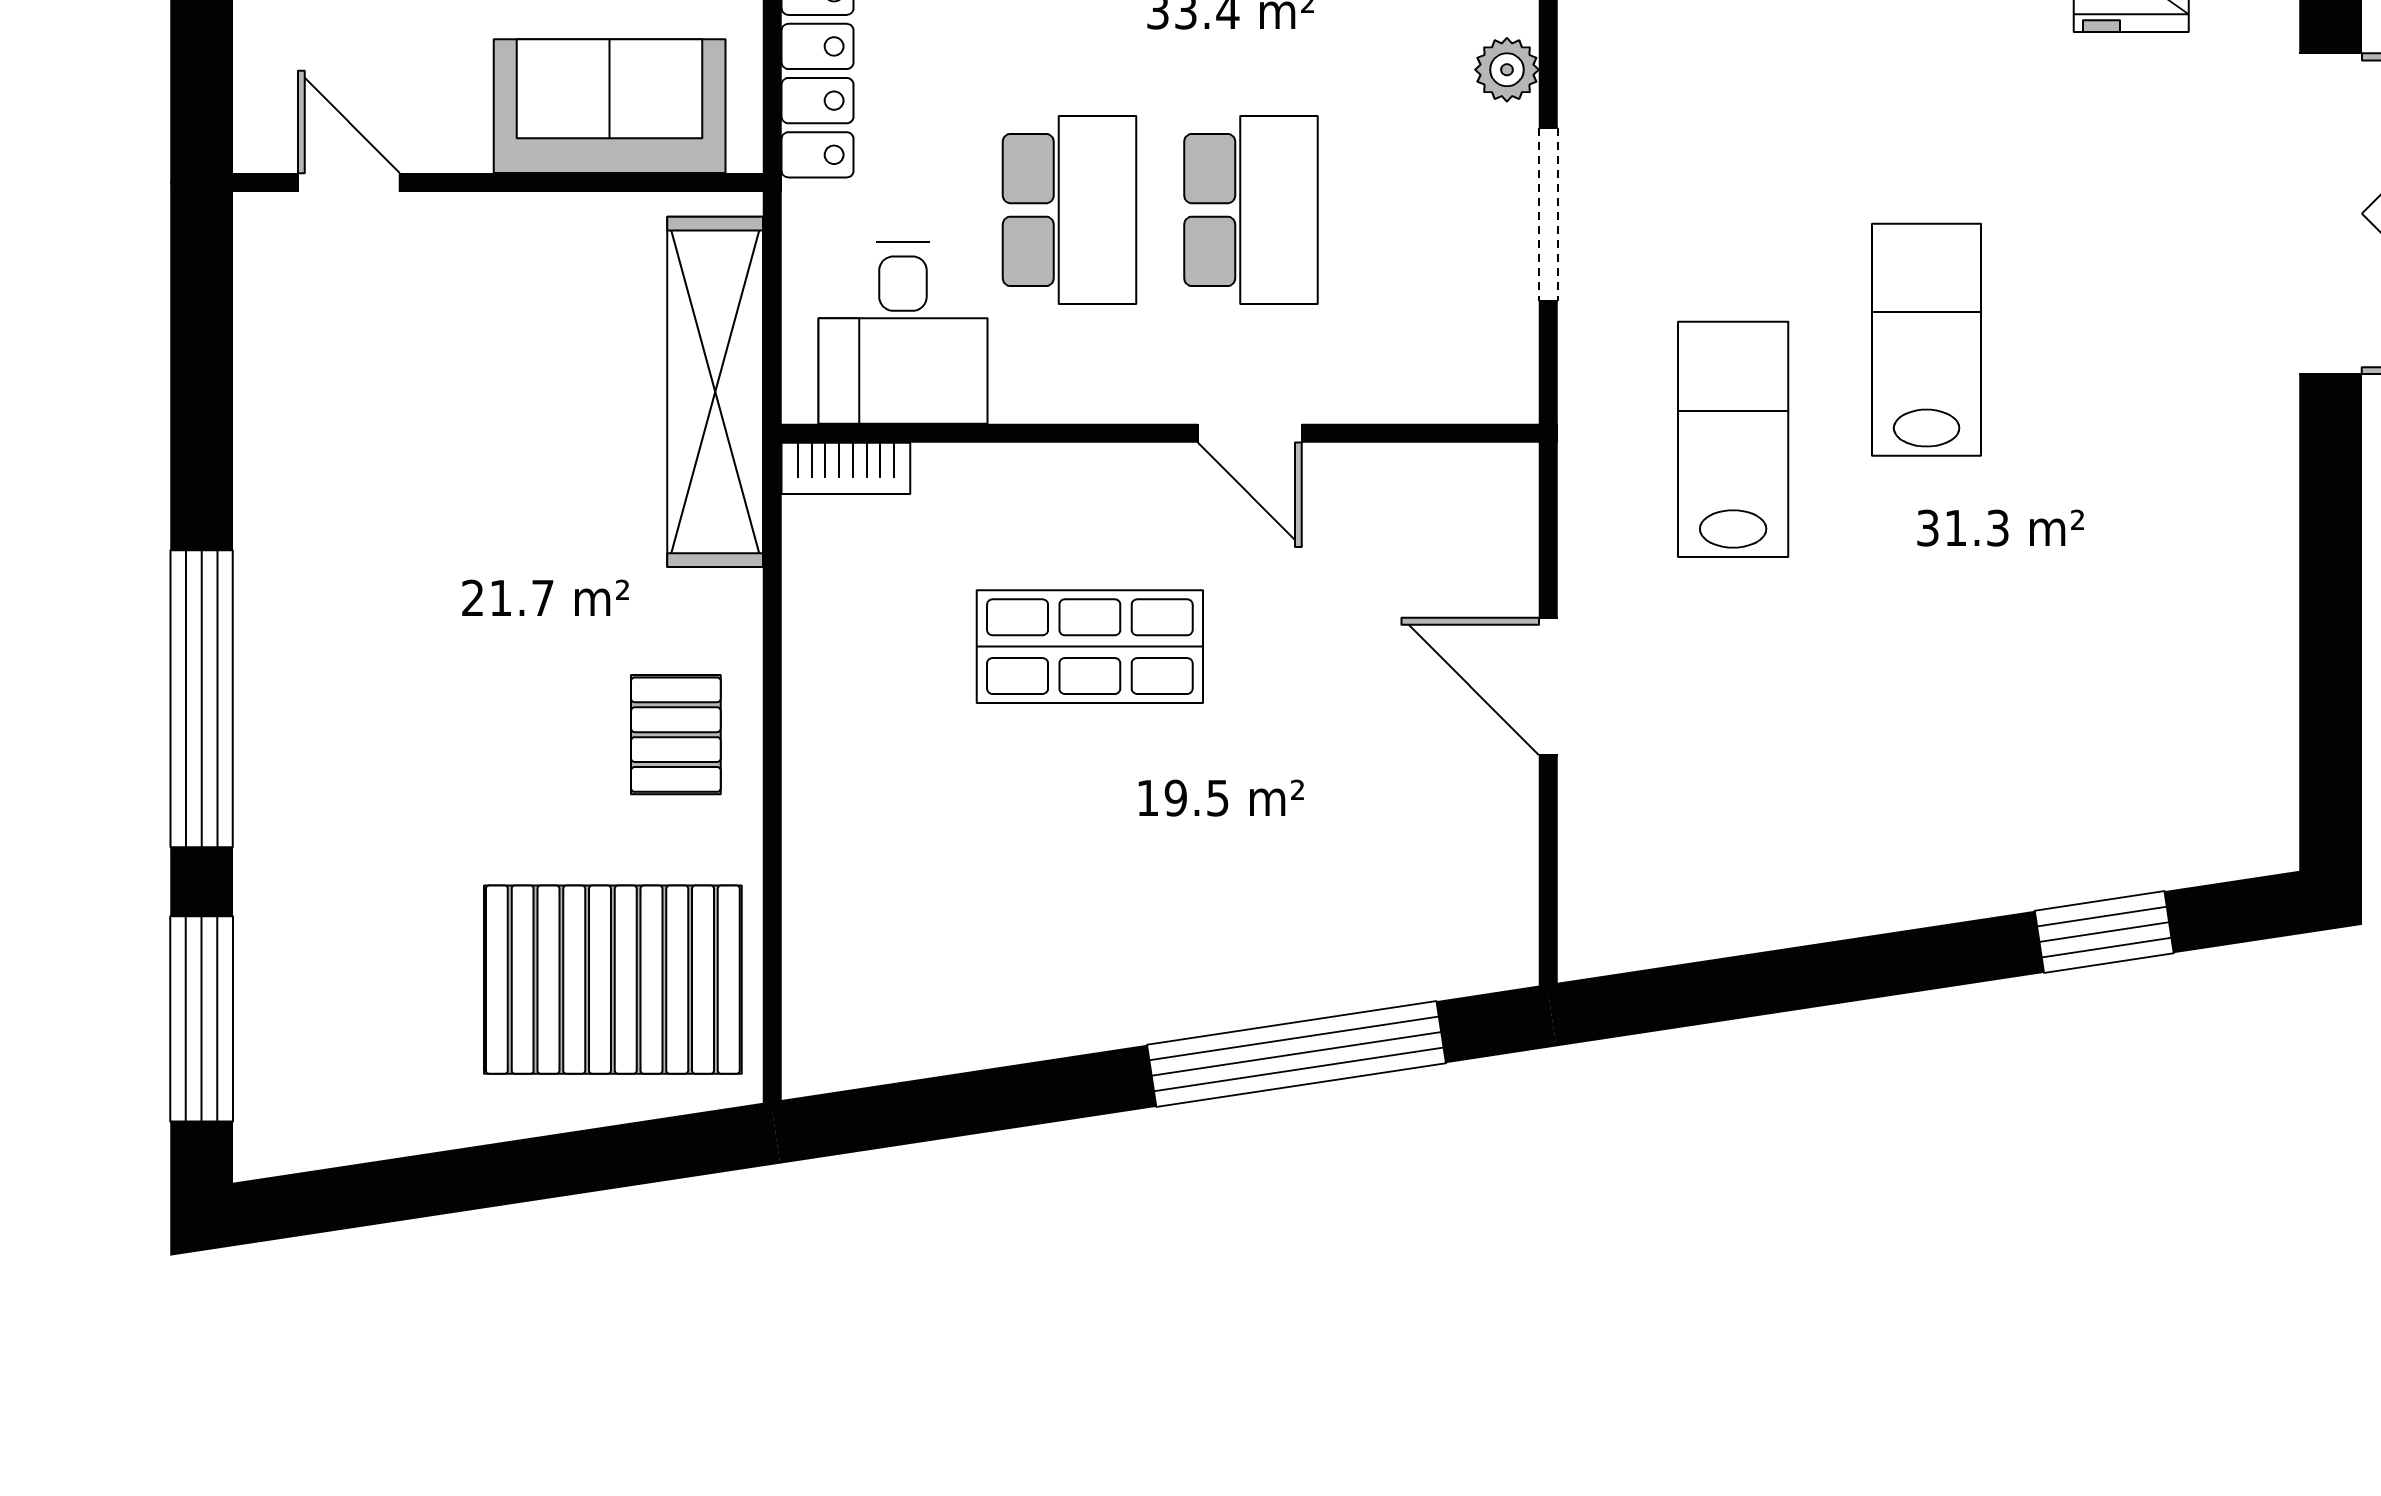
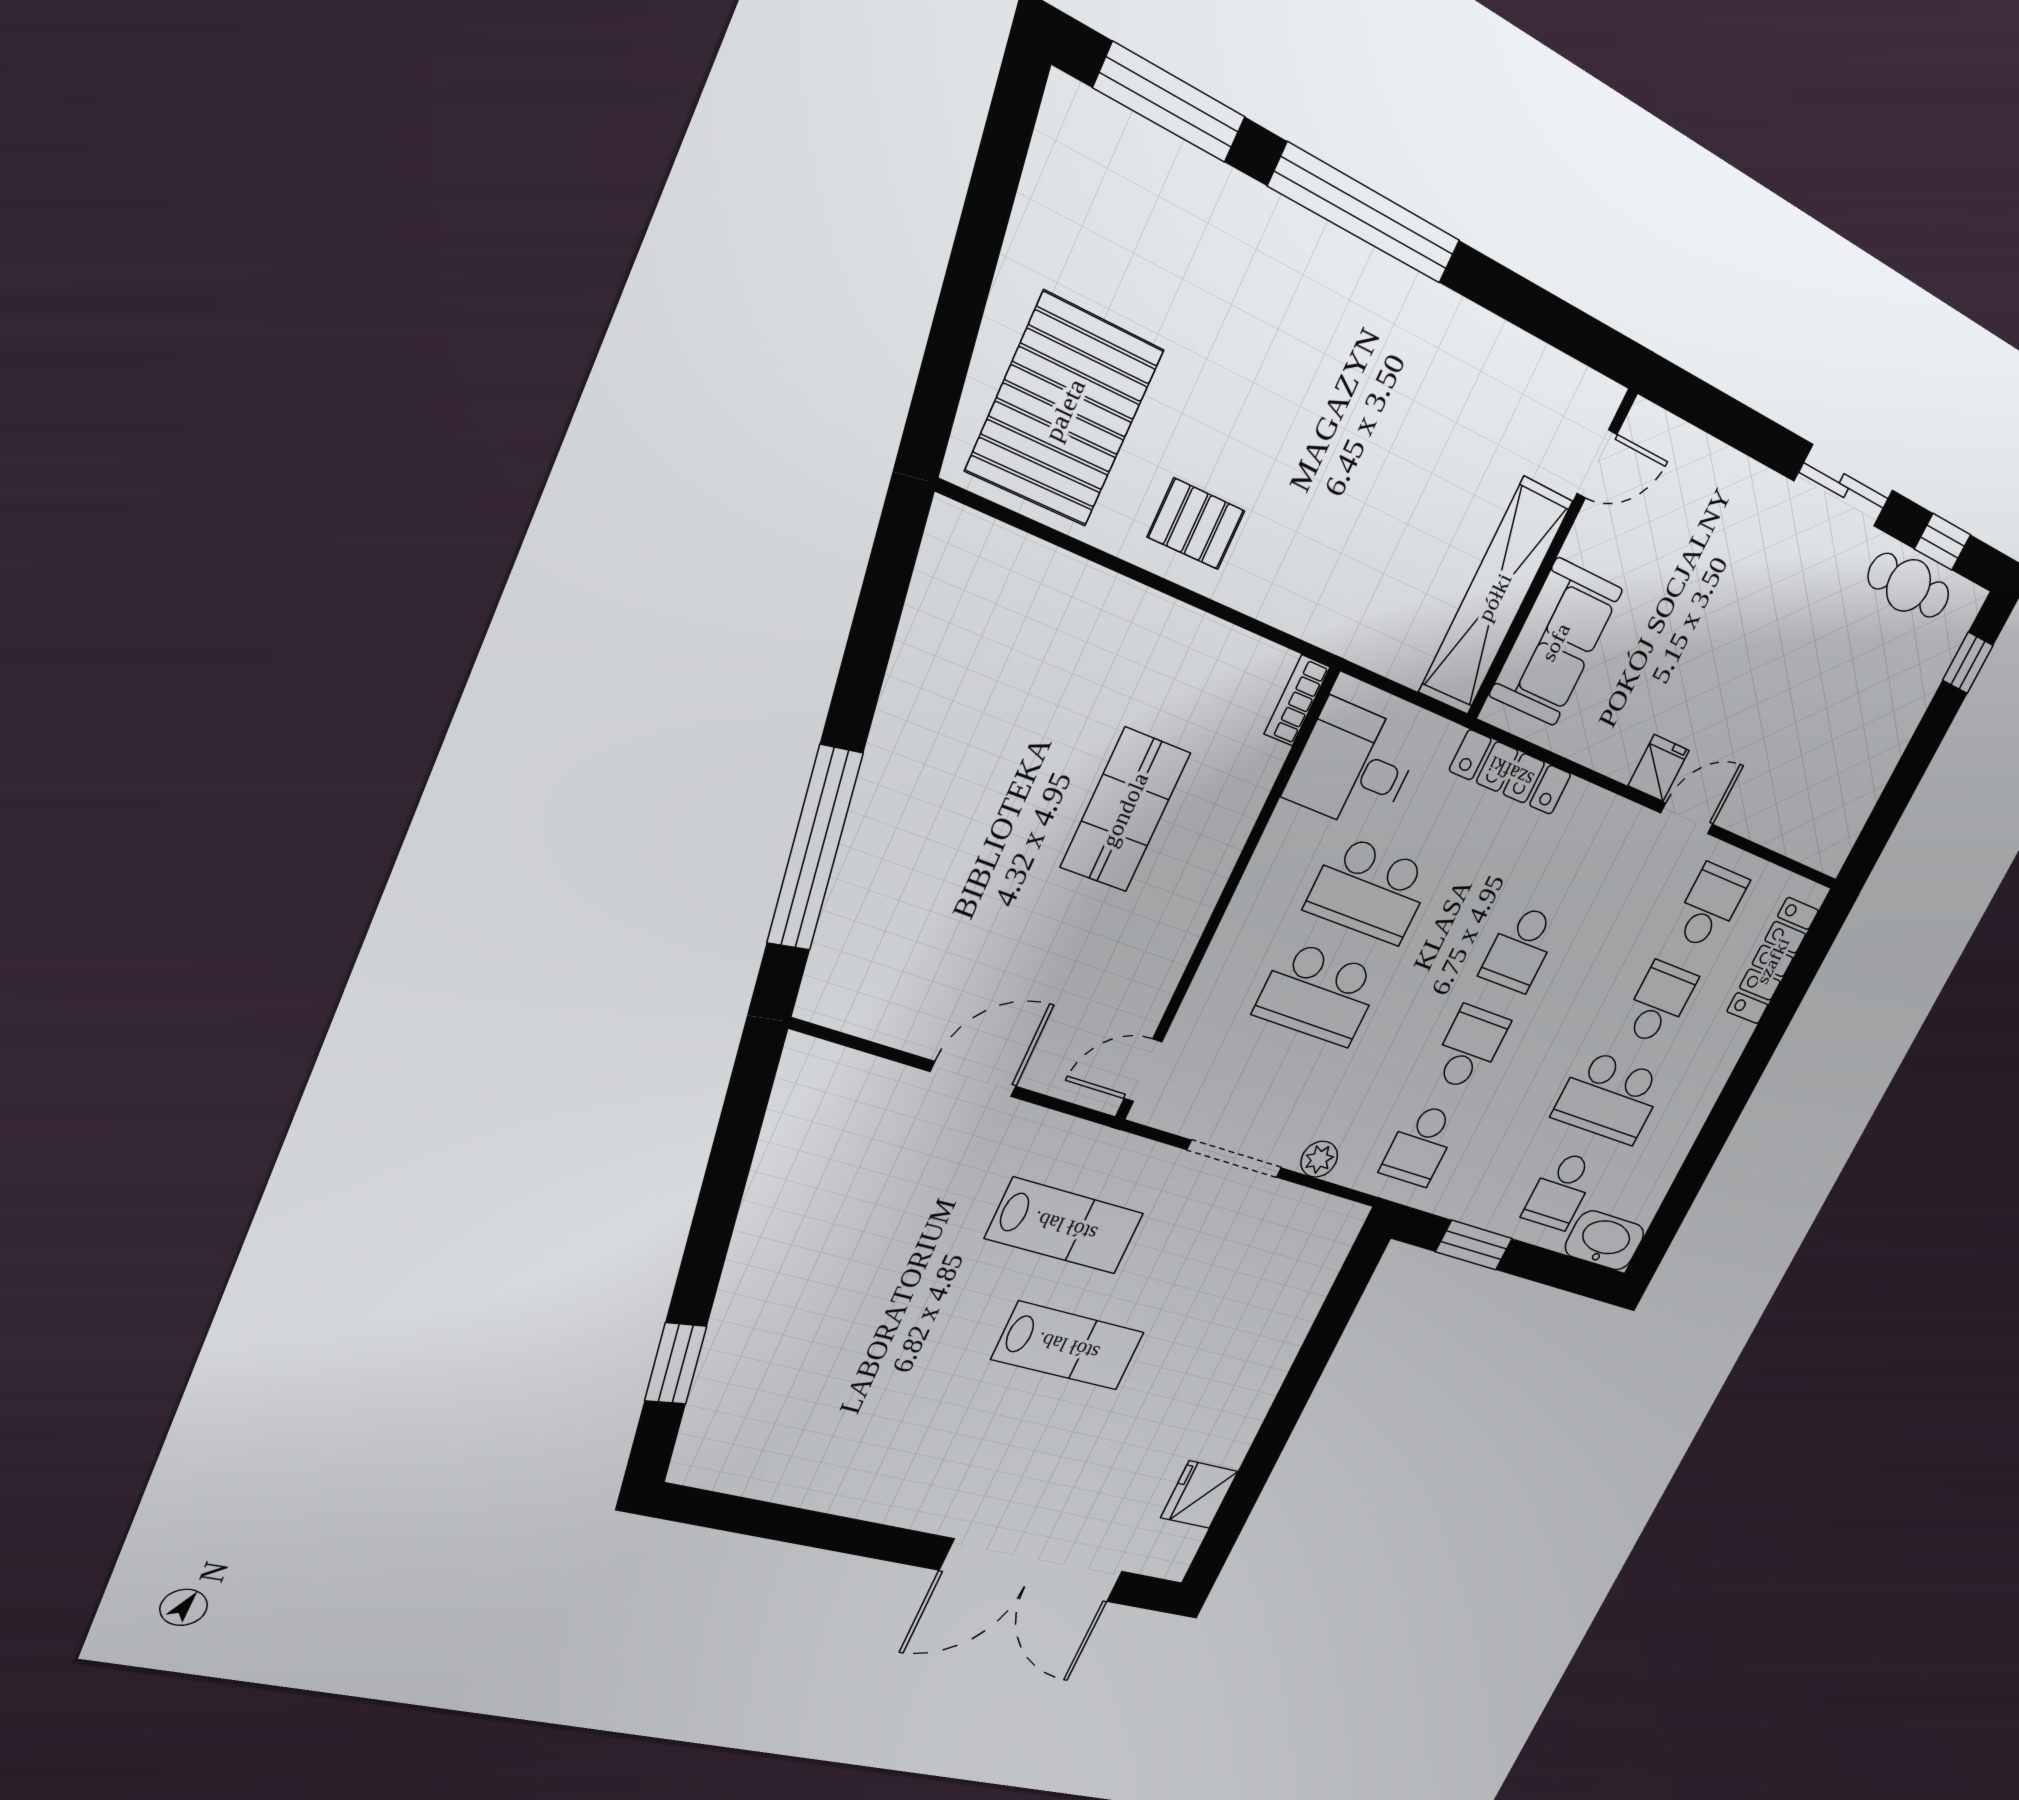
shelving: (715, 392) -> (1495, 597), moved, turned 90
door: (1250, 433) -> (1143, 1070), moved

